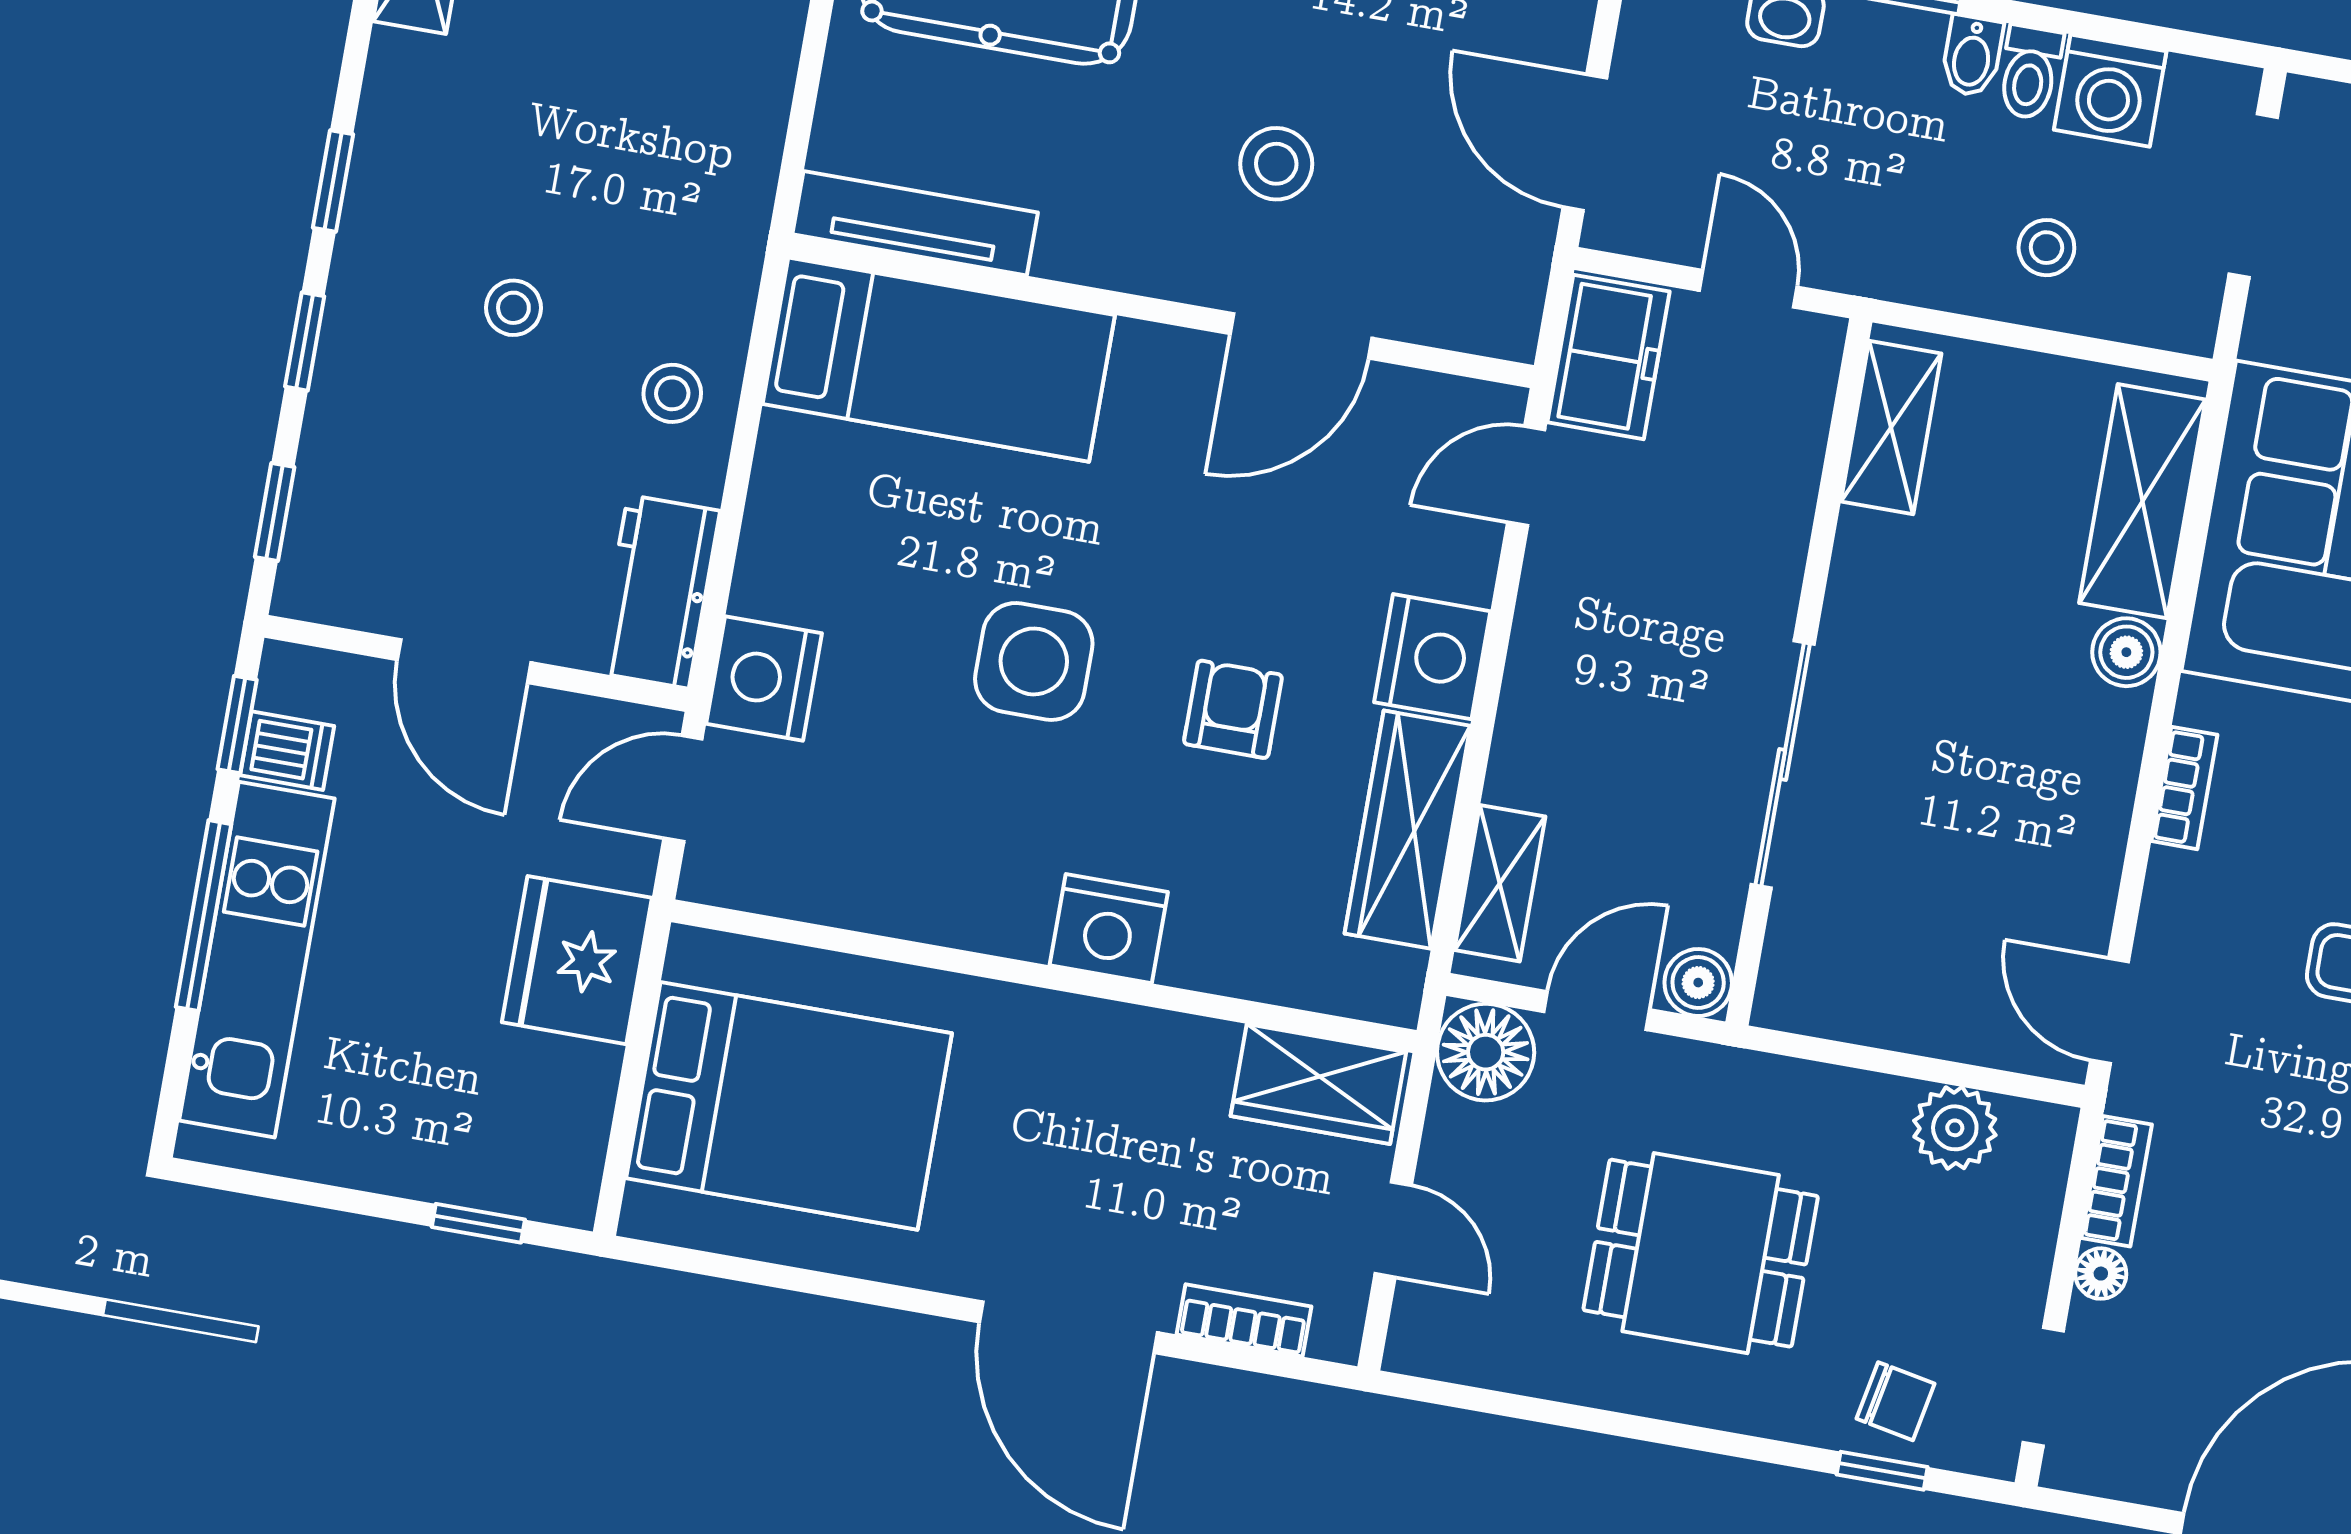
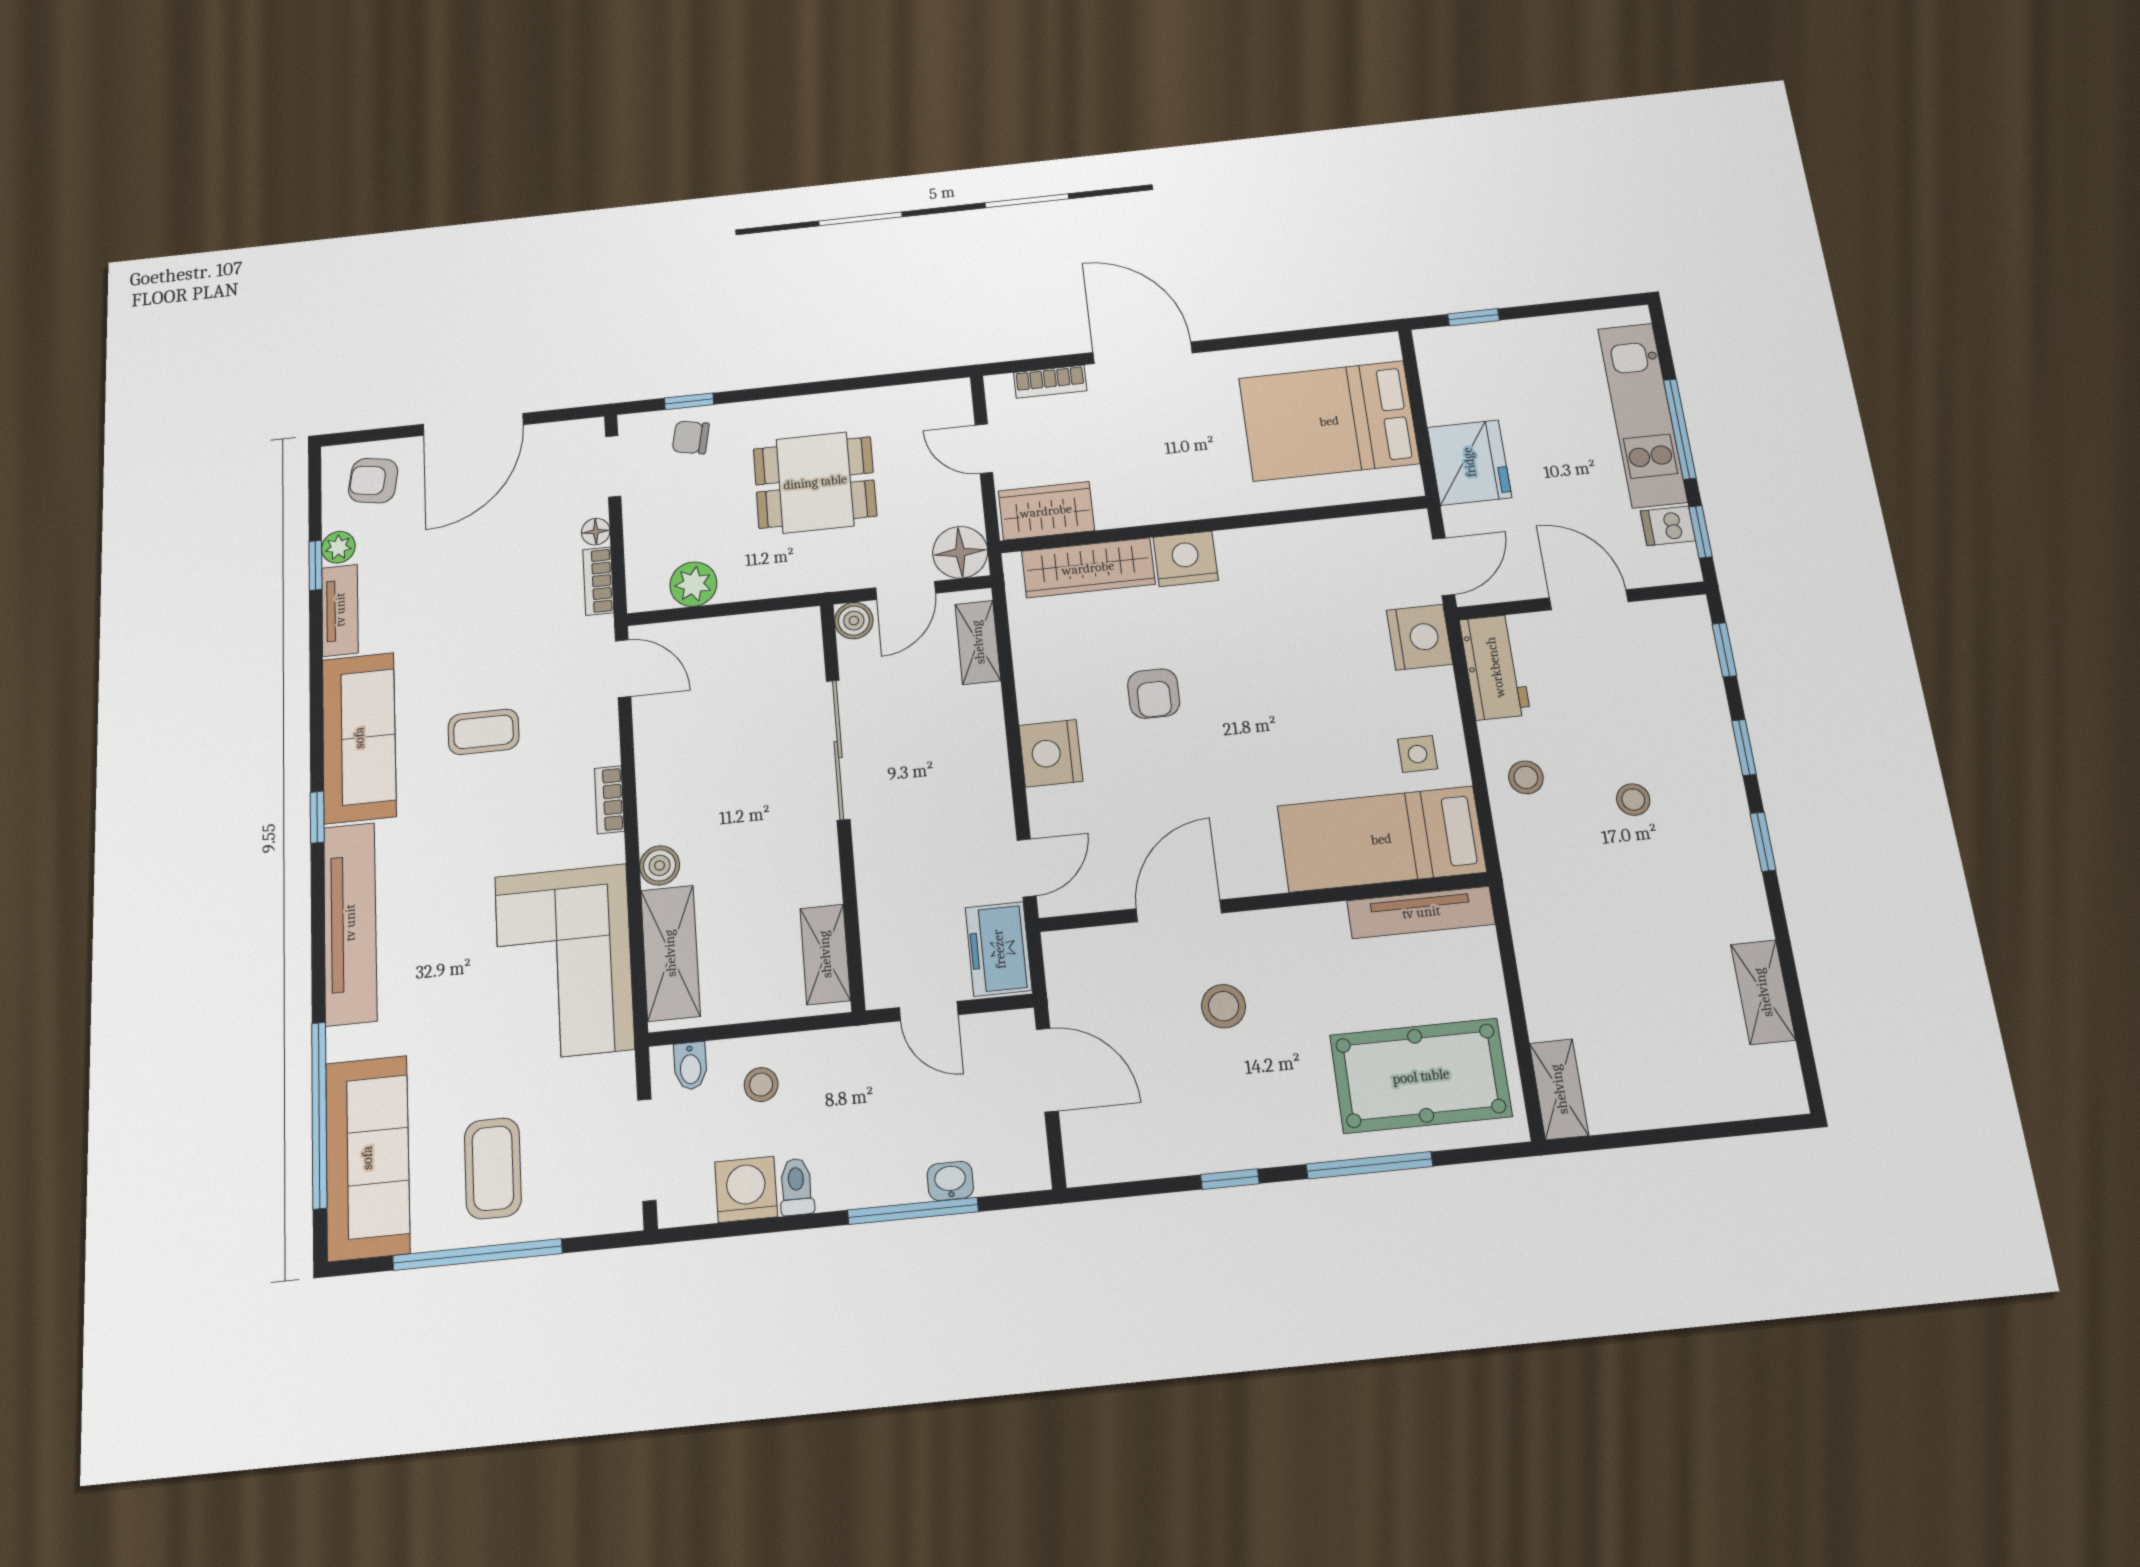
bidet: (1972, 56) -> (690, 1066), moved, turned 180
side table: (1034, 661) -> (1418, 754), moved, width x0.54, depth x0.54
wardrobe: (1407, 830) -> (1088, 568), moved, turned 90

